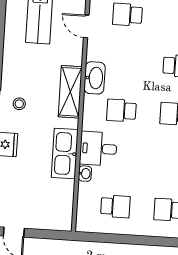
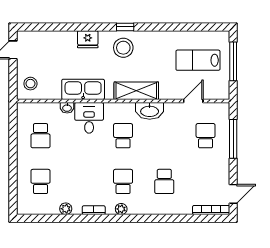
stool: (19, 104) -> (123, 48), width x1.89, depth x1.89
stool: (54, 214) -> (30, 84), added

